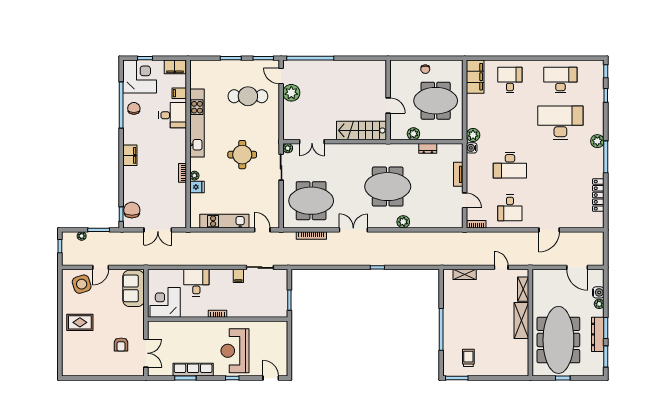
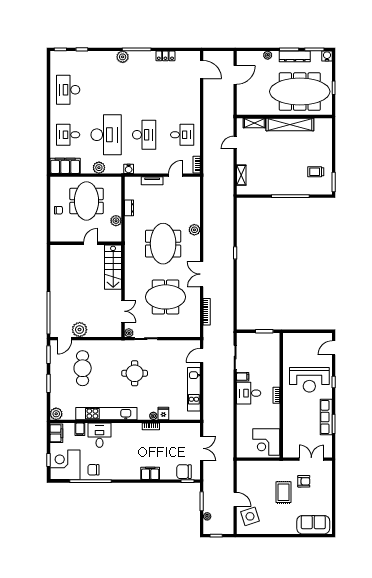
plant: (197, 67) -> (56, 414), added
desk: (560, 123) -> (106, 135), moved, turned 180
plant: (473, 135) -> (99, 168), moved
filing cabinet: (130, 155) -> (150, 473), moved
locker: (598, 195) -> (165, 56), width x0.66
meeting table: (311, 201) -> (166, 297), moved, turned 90
door: (549, 230) -> (202, 70), moved
desk: (196, 283) -> (249, 393), moved
sofa: (134, 288) -> (313, 525), moved, turned 180
water cooler: (598, 292) -> (327, 56), moved
shelving: (521, 320) -> (290, 124), width x1.47
rug: (80, 322) -> (284, 492), moved

